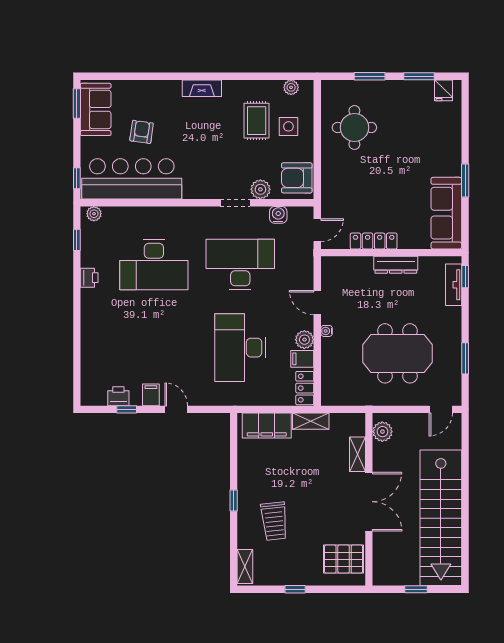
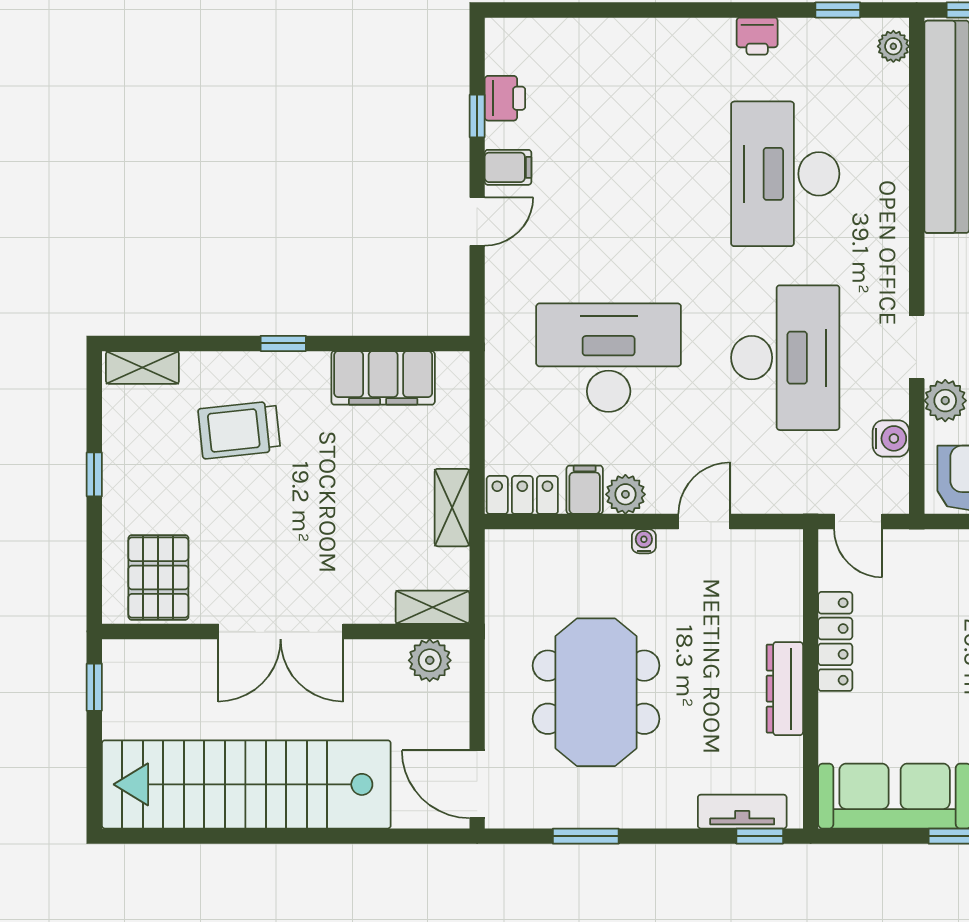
door: (441, 409) -> (477, 784), width x1.38
filing cabinet: (267, 425) -> (383, 378), moved, turned -90
shelving: (358, 454) -> (433, 607), moved
window: (416, 589) -> (94, 687), moved

